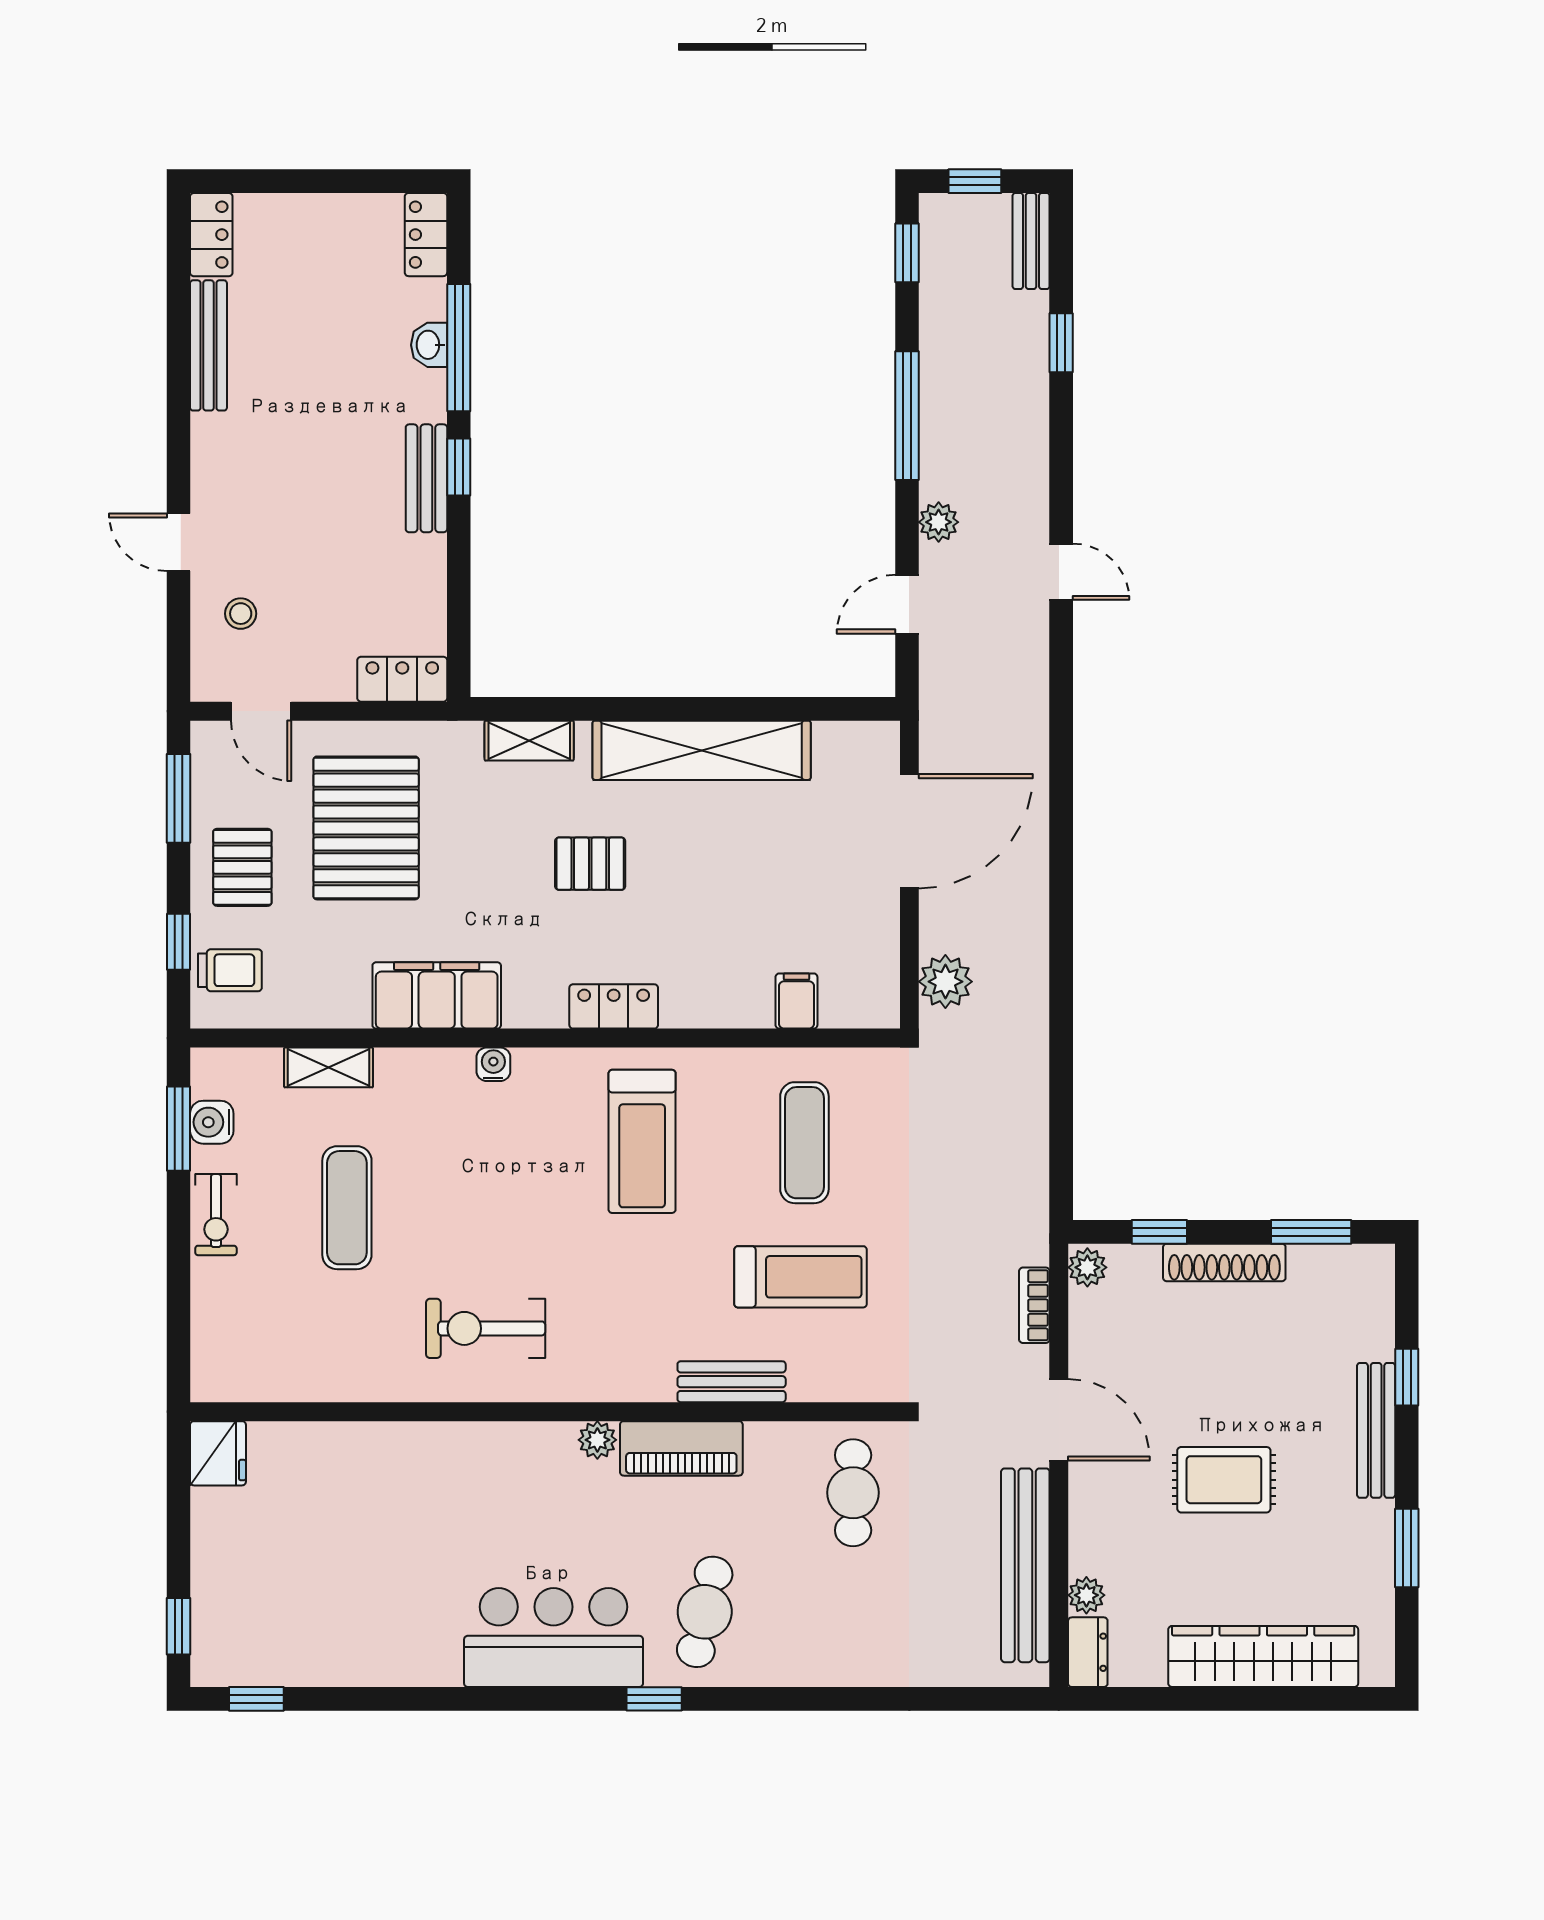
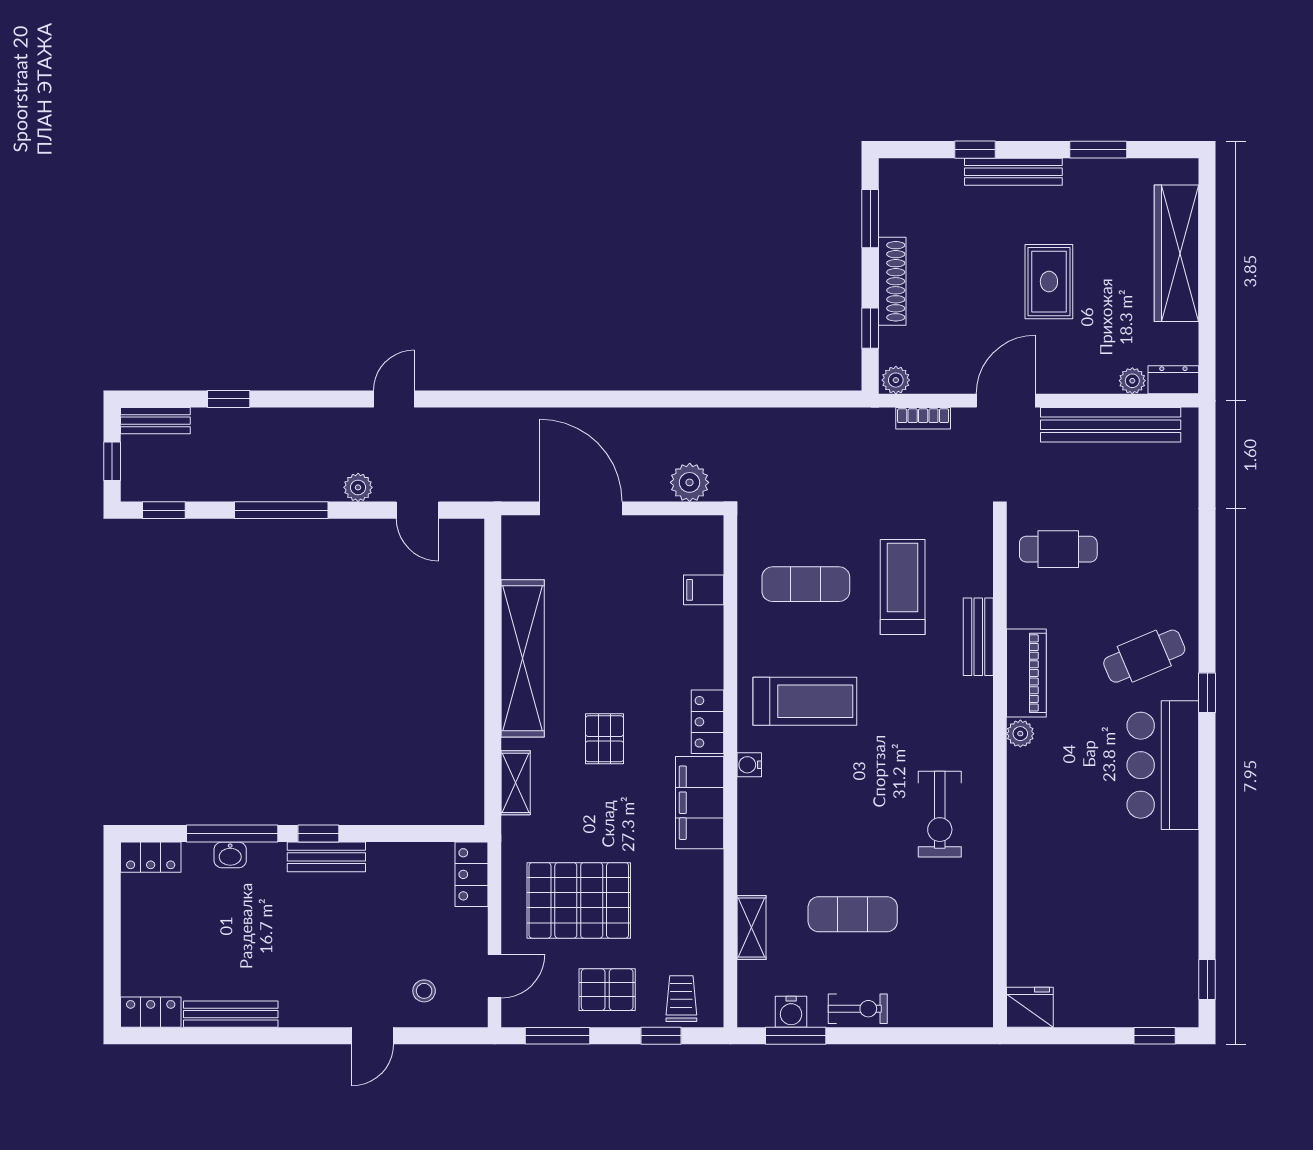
filing cabinet: (437, 995) -> (700, 803), moved
water cooler: (493, 1064) -> (749, 765), moved
cafe table: (705, 1612) -> (1144, 656), turned -36

